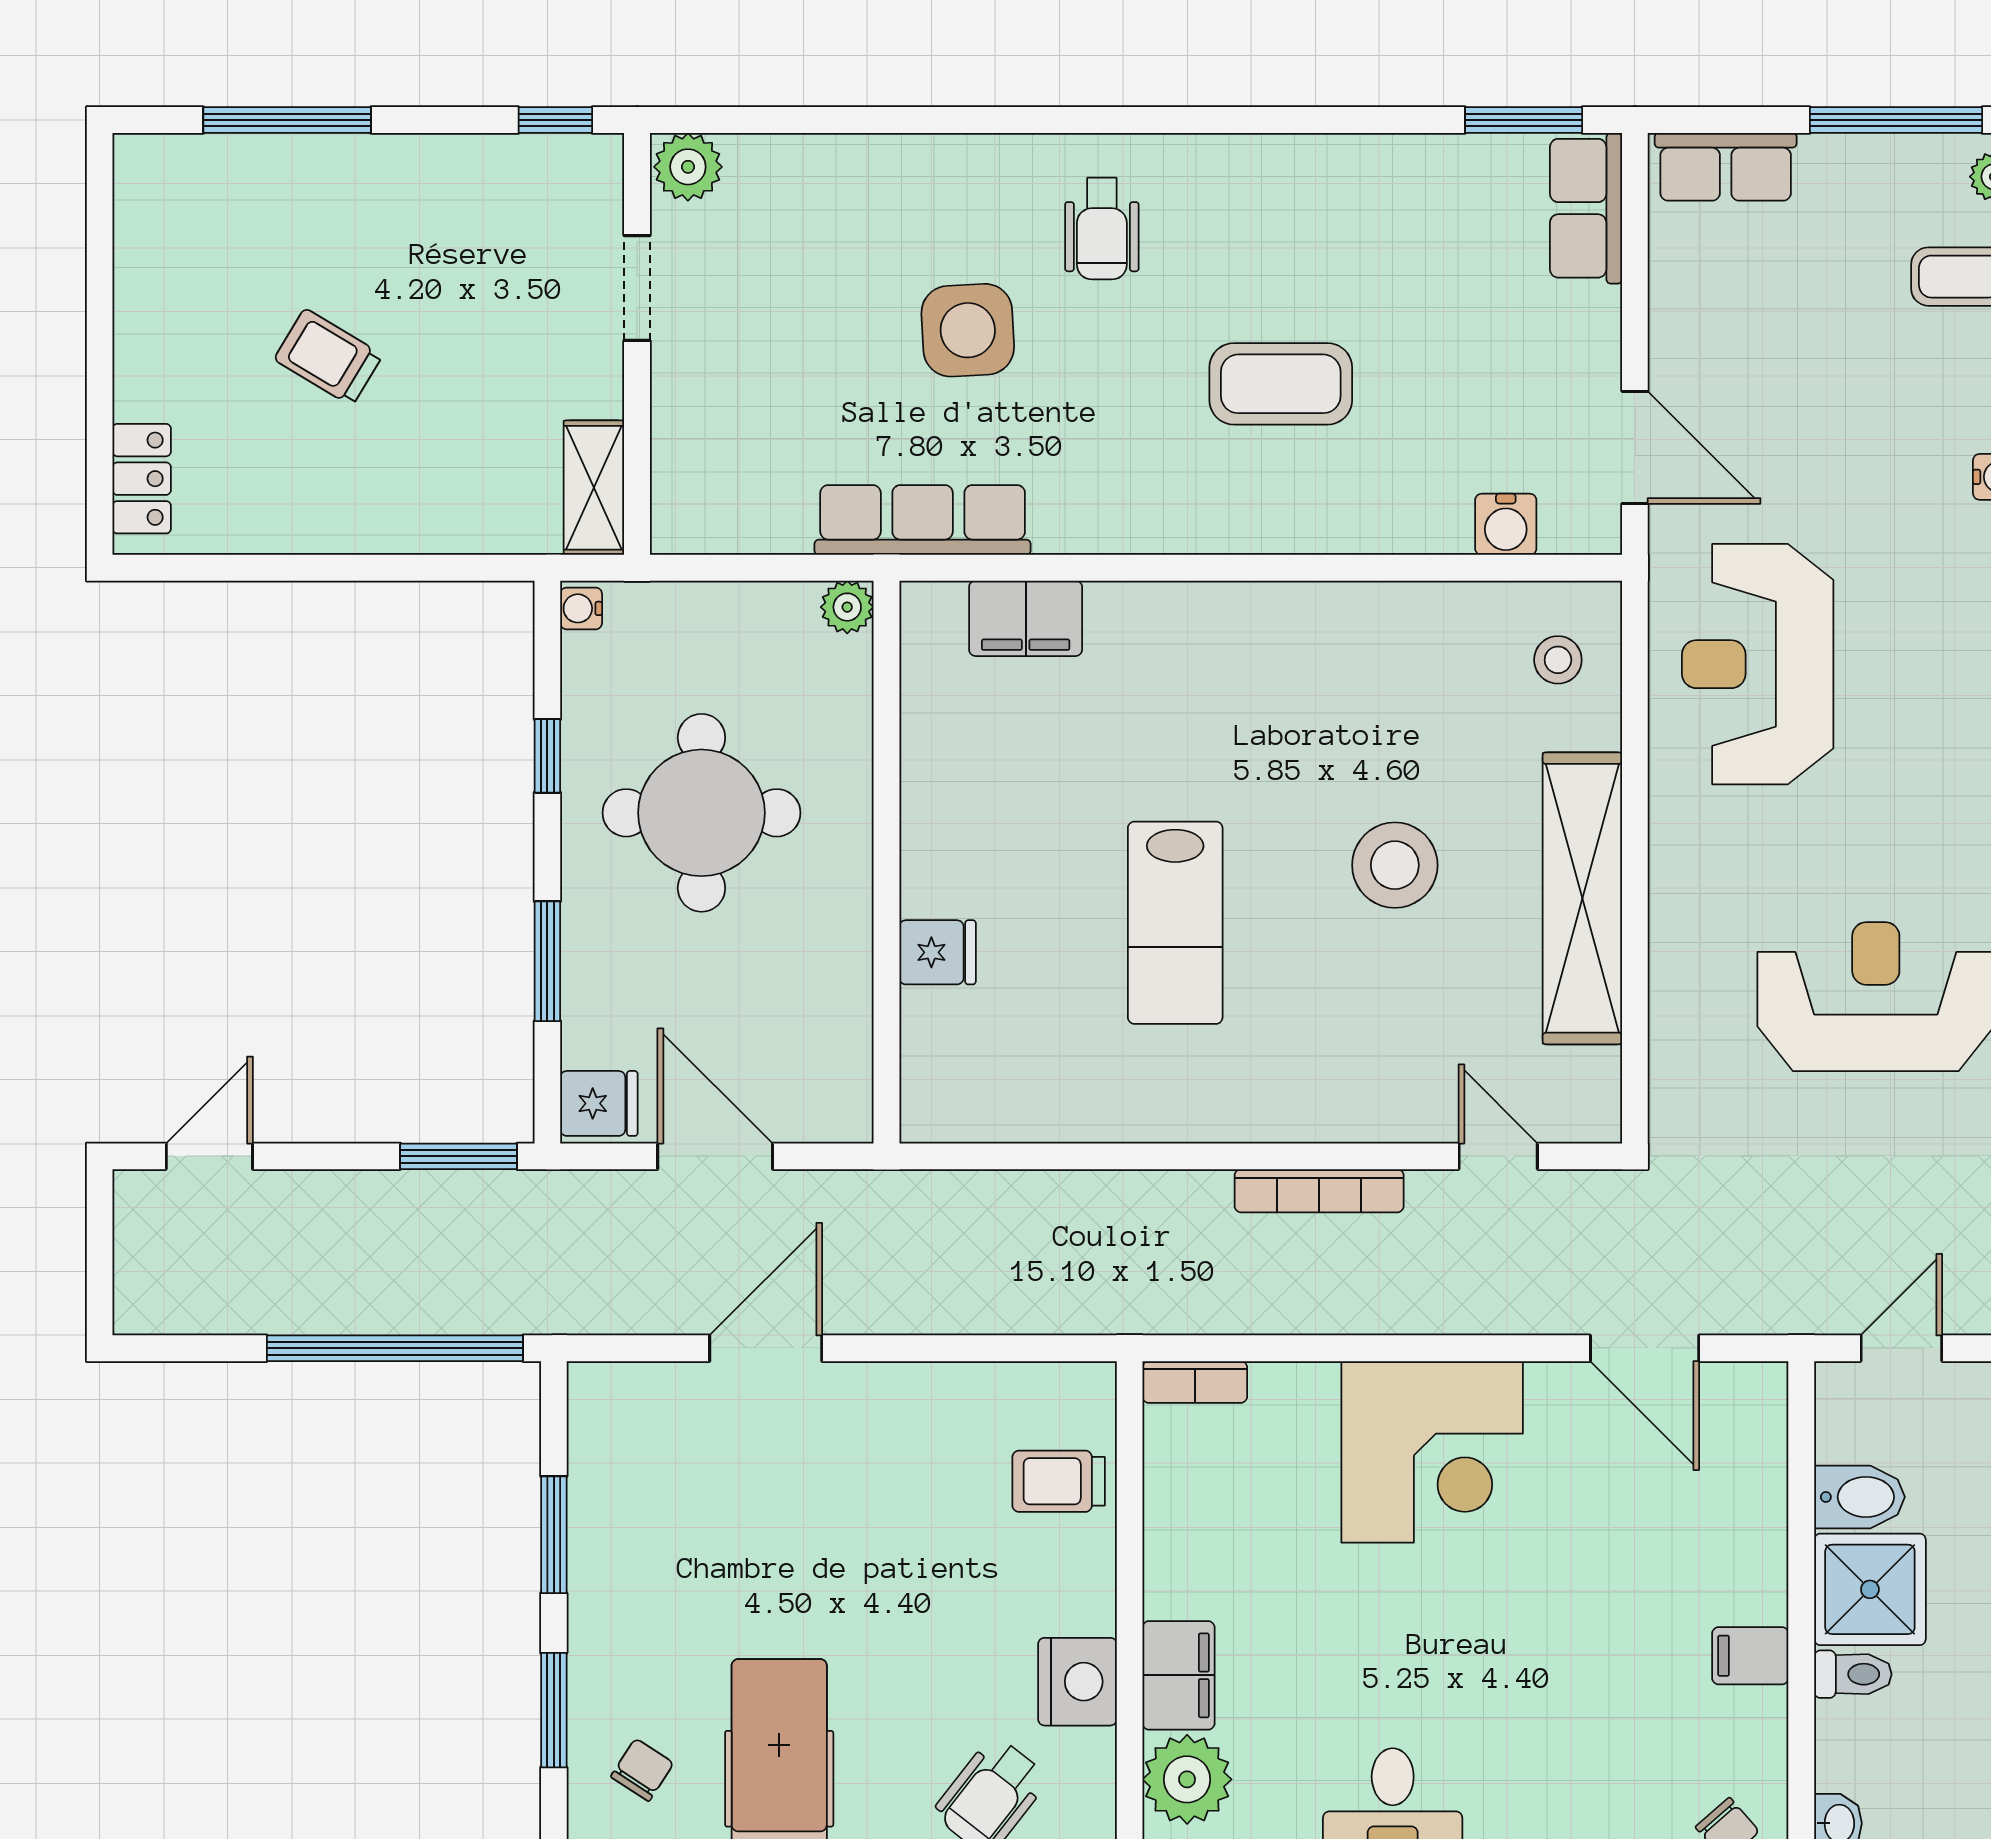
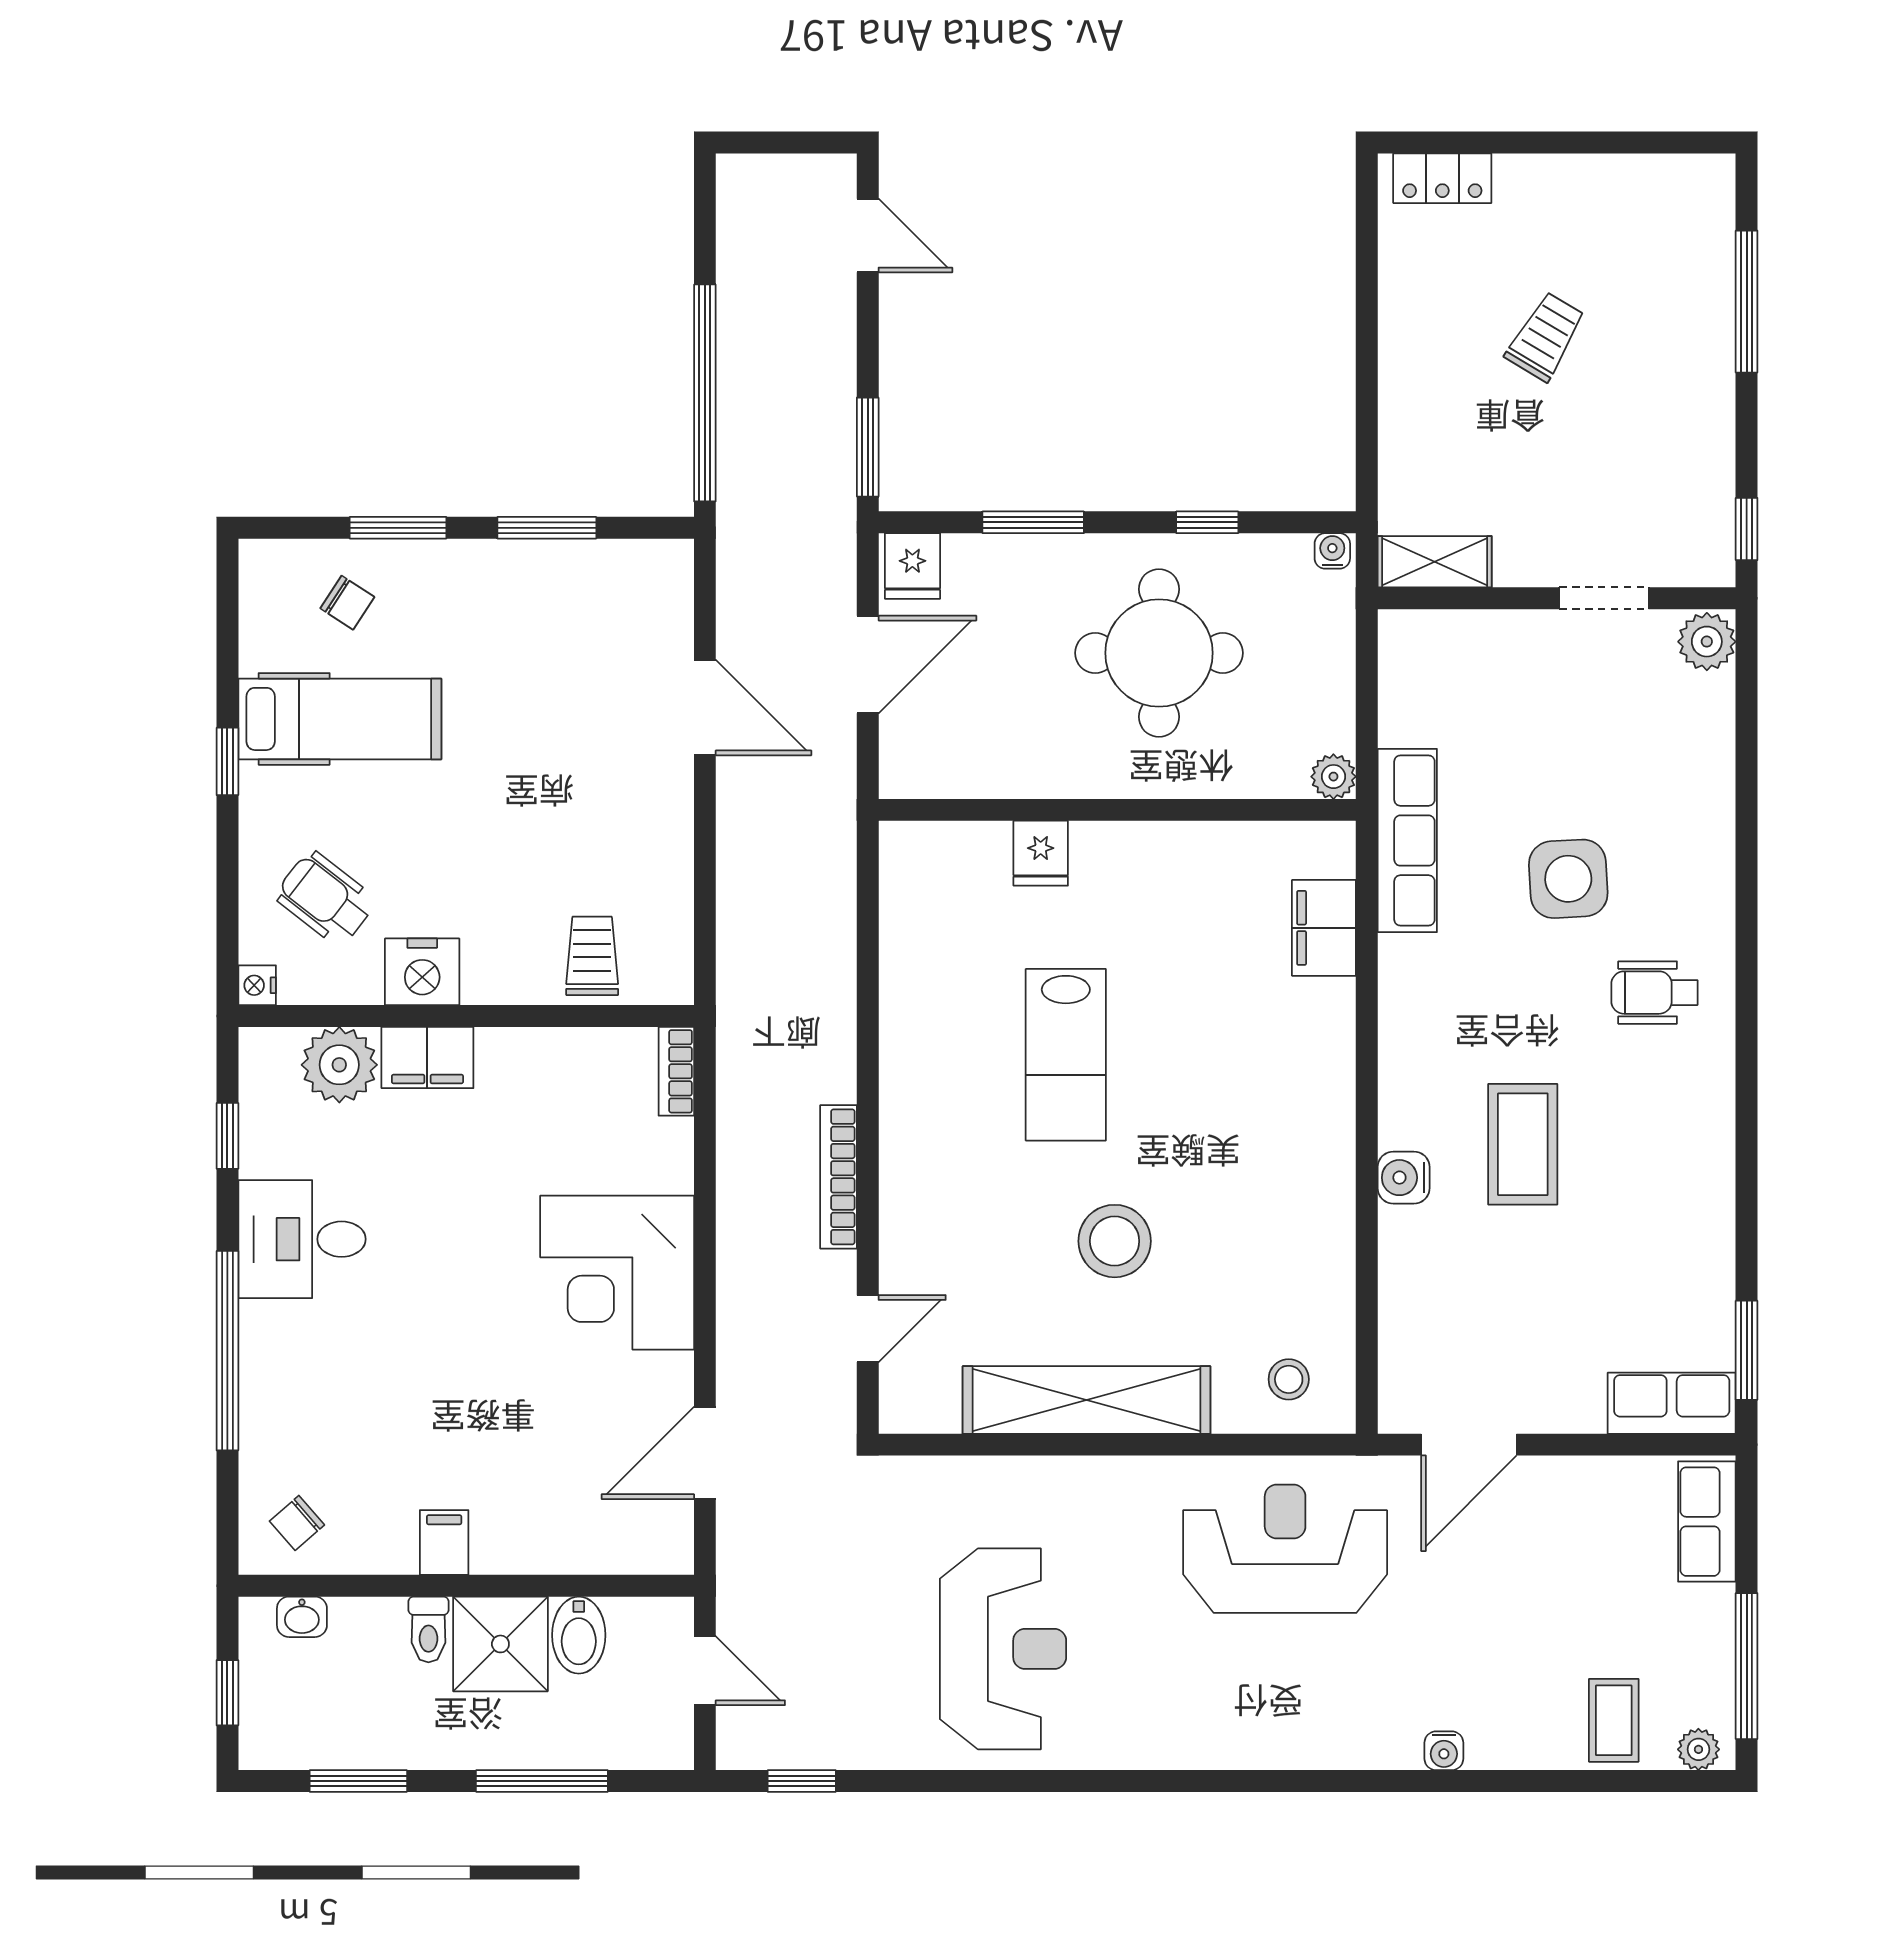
water cooler: (1506, 524) -> (1404, 1178), moved
lab bench: (1175, 923) -> (1066, 1055), turned -90

